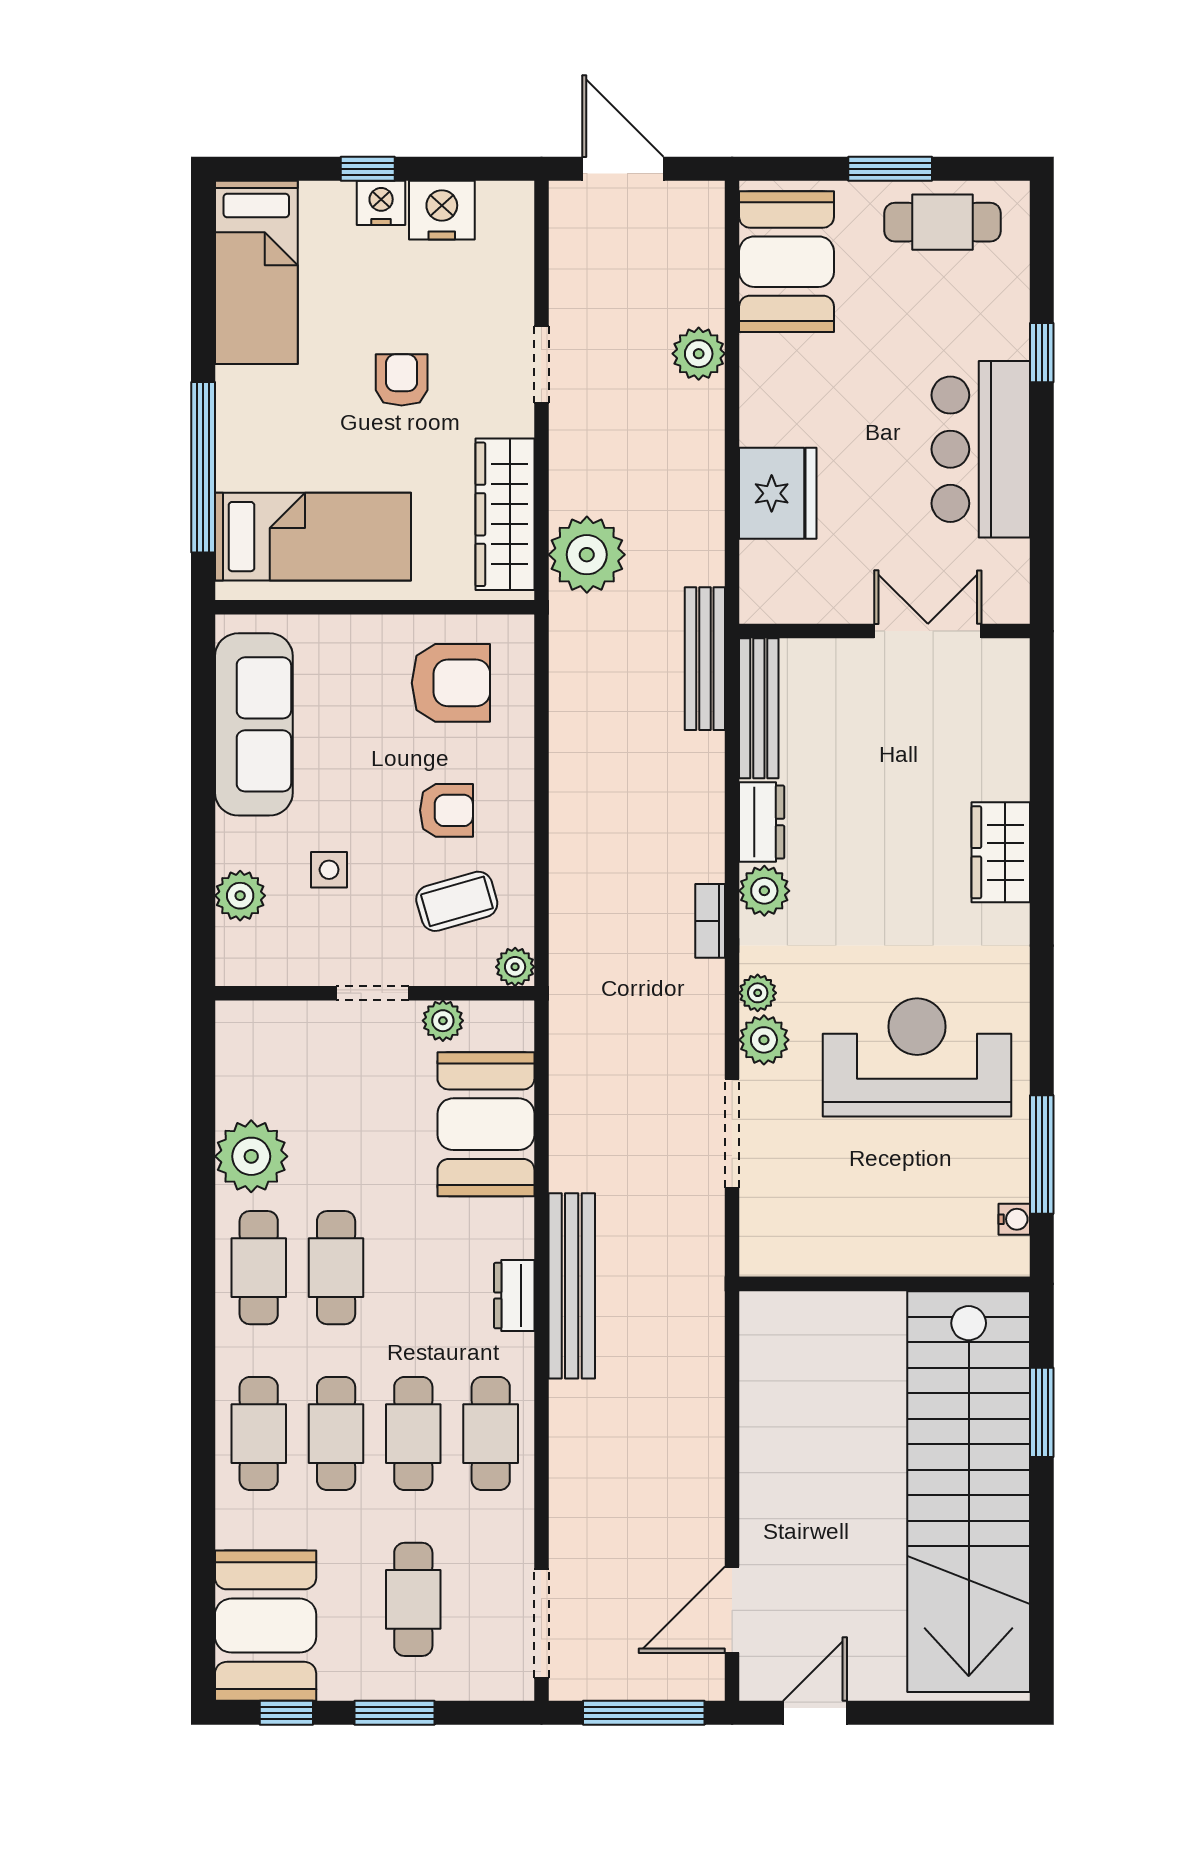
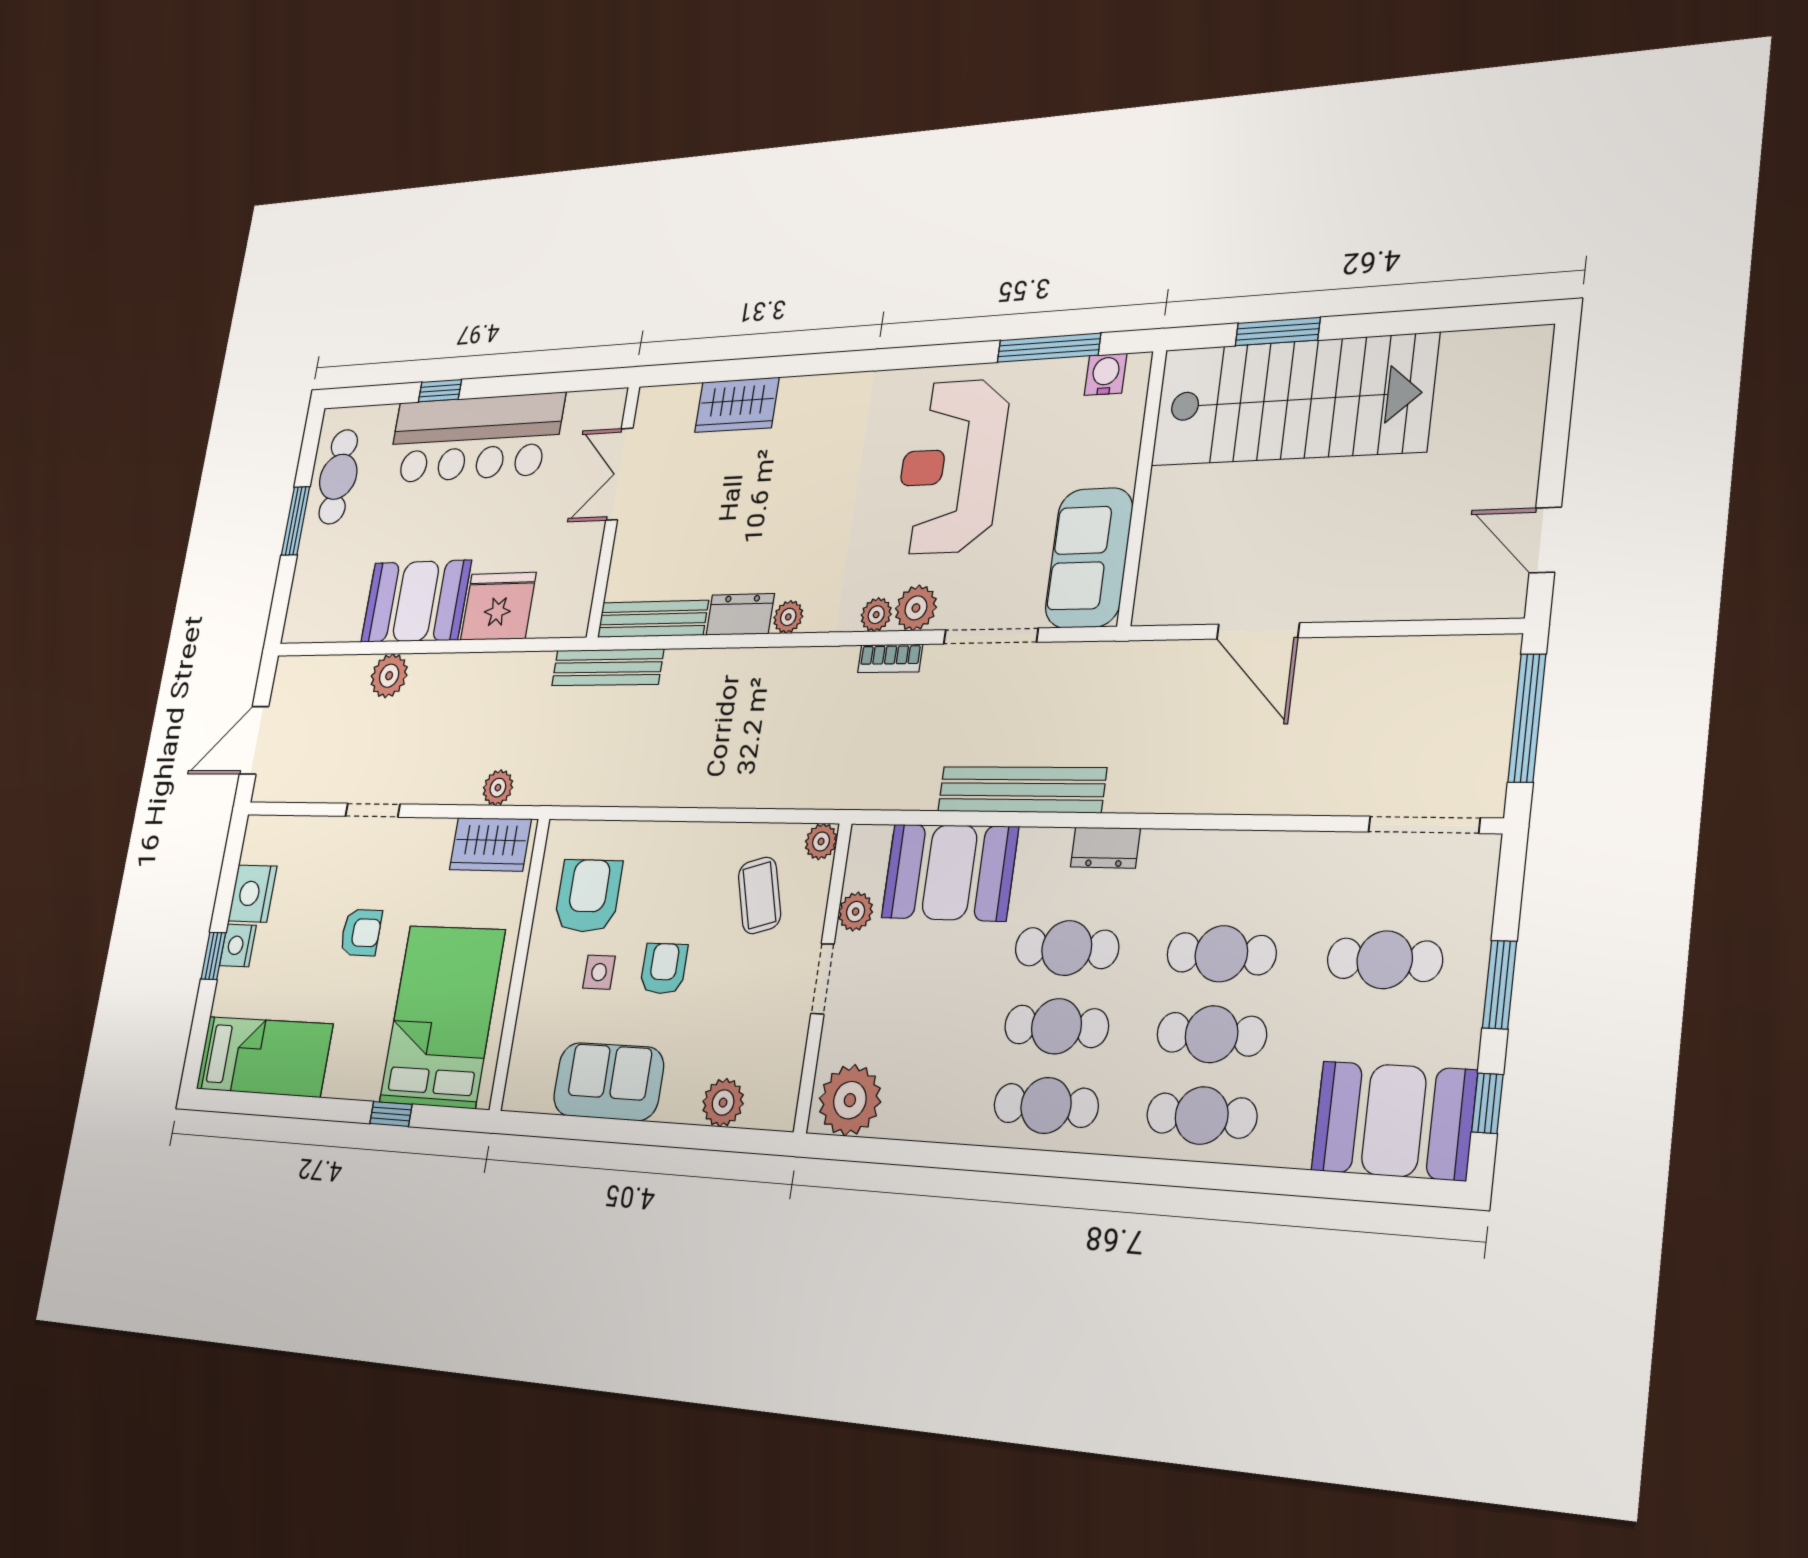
booth: (787, 262) -> (416, 601), moved
armchair: (402, 380) -> (361, 933), turned 180
bar counter: (981, 449) -> (475, 438), width x1.36
window: (203, 467) -> (391, 1114), width x0.32
wardrobe: (505, 514) -> (490, 844), width x0.67
bed: (313, 537) -> (442, 1016), width x1.50
plant: (587, 555) -> (498, 788), width x0.53, depth x0.53
sofa: (254, 724) -> (608, 1082), width x0.73
armchair: (446, 810) -> (664, 969), moved
wardrobe: (1001, 852) -> (737, 405), moved
side table: (329, 870) -> (599, 972), moved
plant: (764, 891) -> (788, 617), width x0.73, depth x0.73
bookcase: (710, 921) -> (890, 658), moved
plant: (251, 1156) -> (850, 1100), moved
water cooler: (1014, 1219) -> (1106, 374), width x1.38, depth x1.38
sofa: (812, 1234) -> (1089, 558), added
bench: (572, 1286) -> (1021, 790), moved
cafe table: (491, 1434) -> (1067, 948), moved
stairs: (969, 1492) -> (1293, 400), width x0.73
door: (732, 1610) -> (1258, 631), moved

